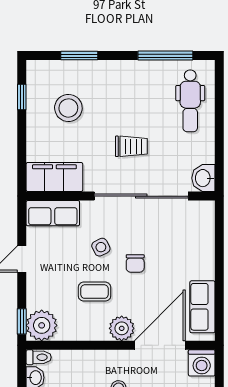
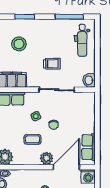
sliding door: (141, 196) -> (57, 90), width x0.73

